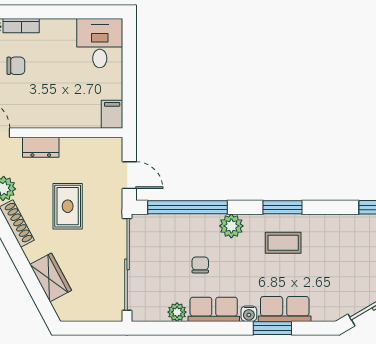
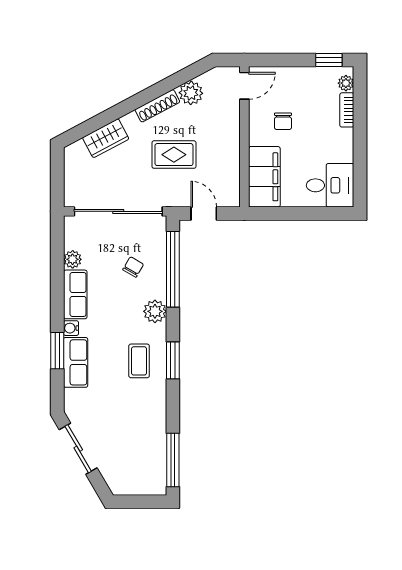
chair: (16, 66) -> (283, 121), moved
filing cabinet: (112, 114) -> (264, 177), width x3.00, depth x1.17
dresser: (41, 147) -> (230, 129), removed
door: (129, 175) -> (204, 214), swing flipped
chair: (200, 265) -> (133, 267), moved, turned -60

